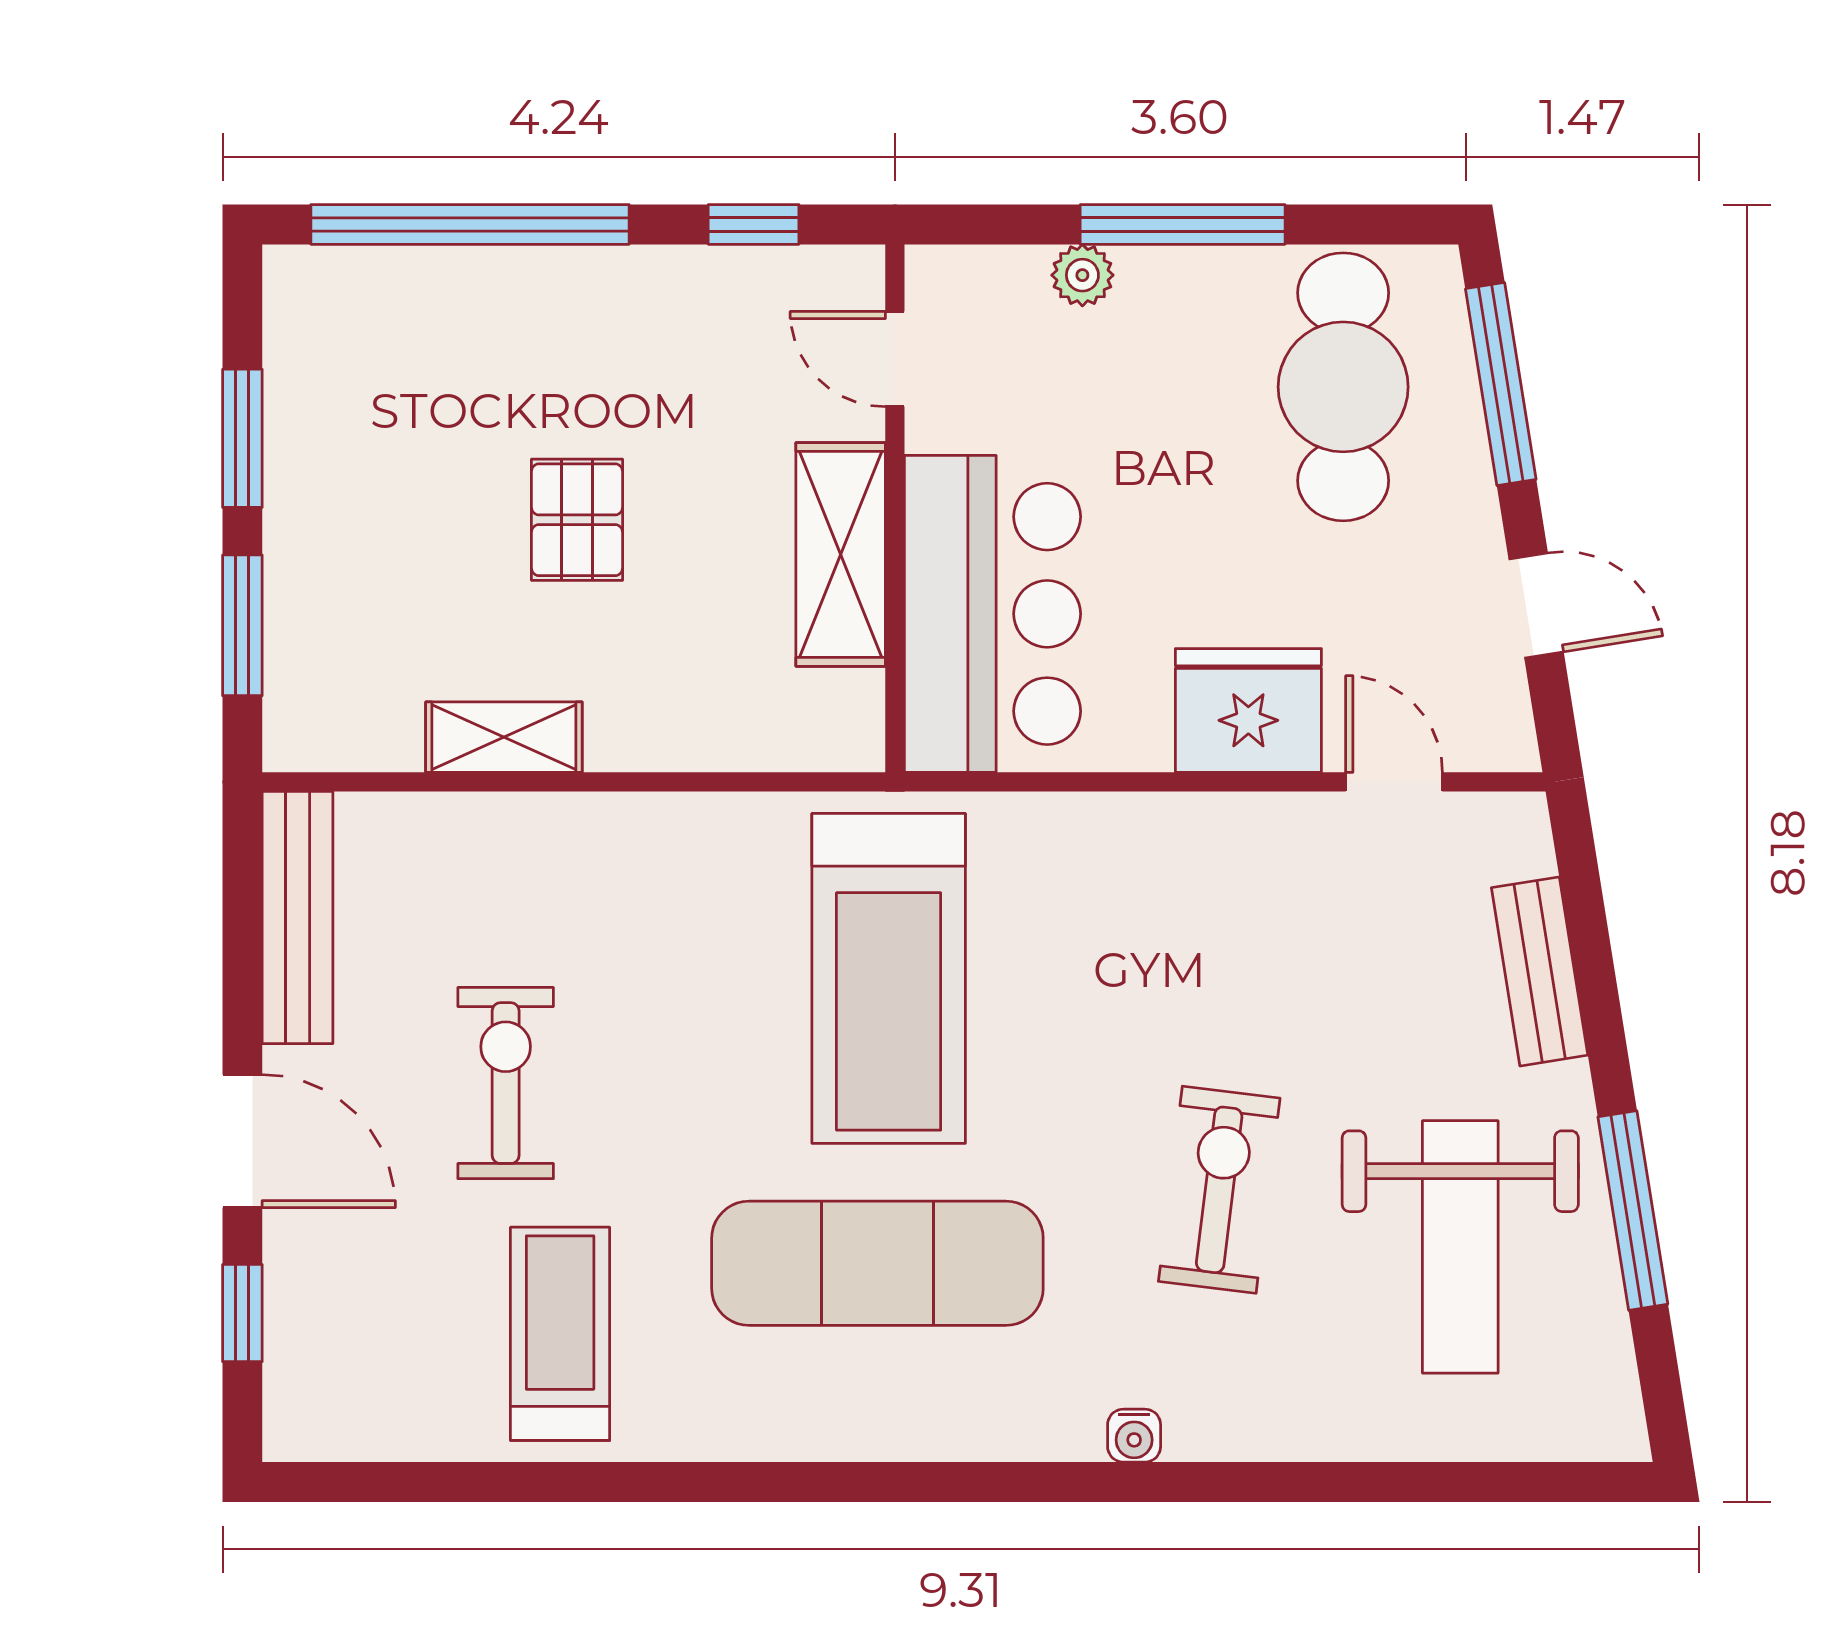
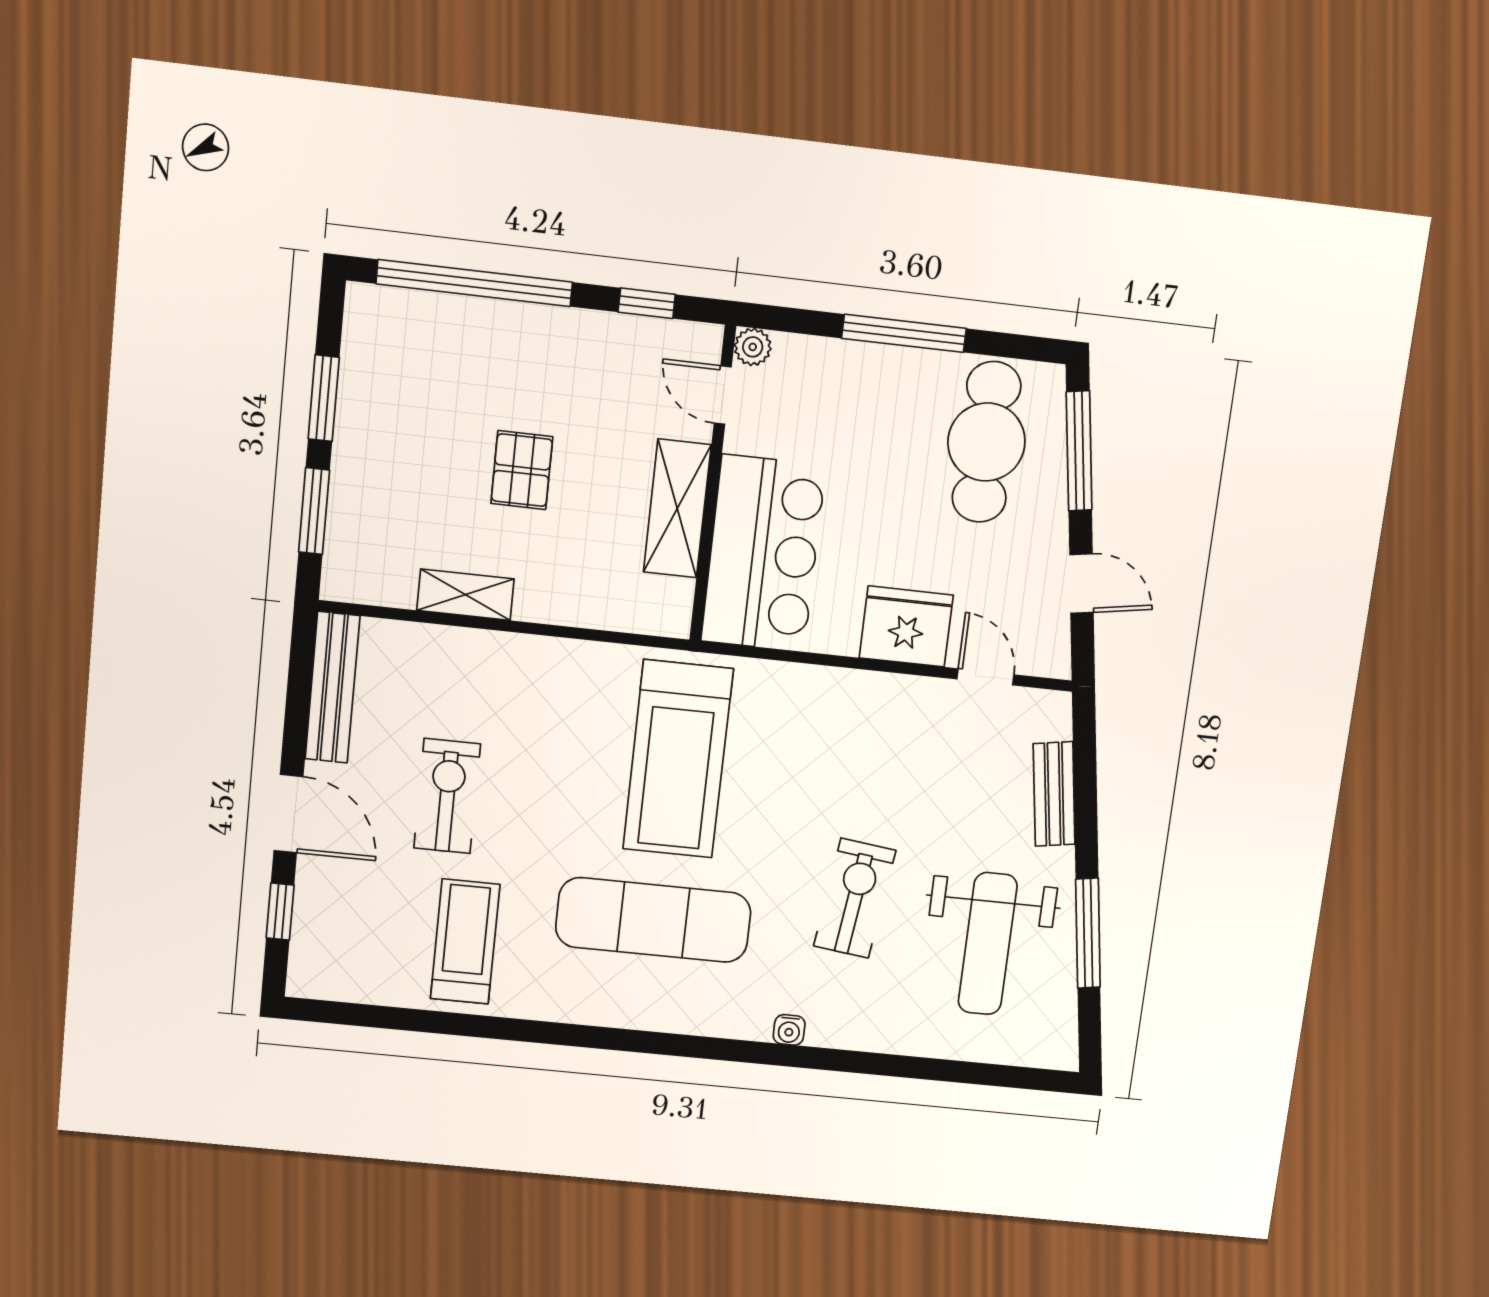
plant: (1082, 275) -> (753, 347), moved

